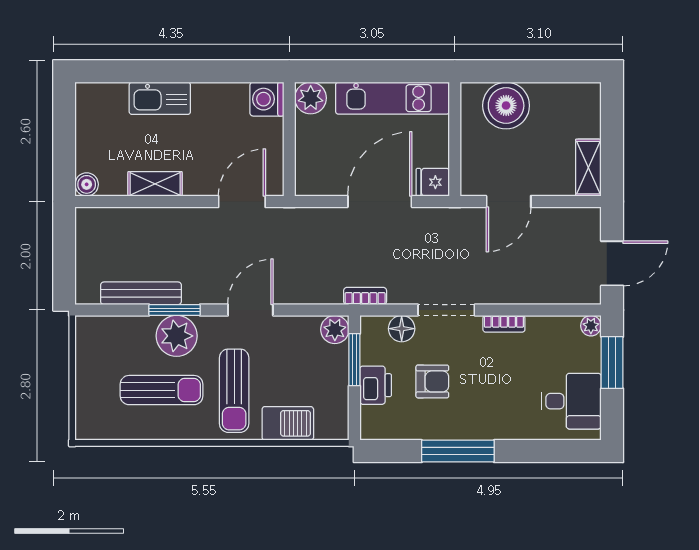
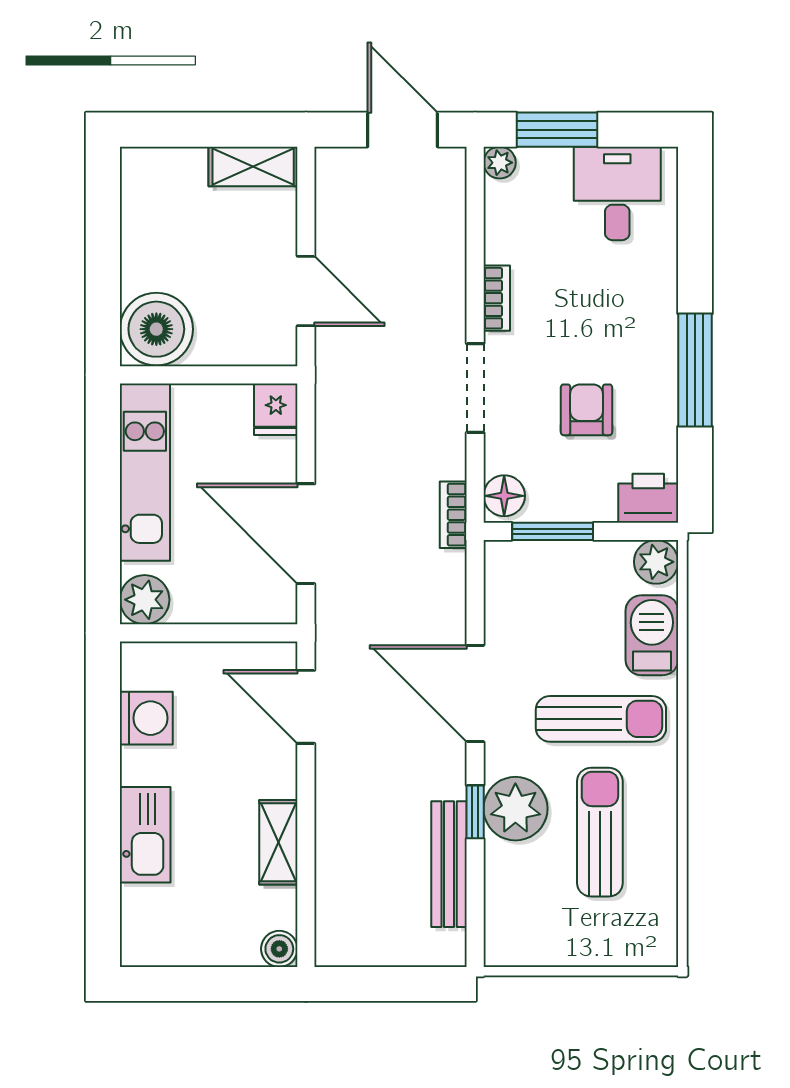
washing machine: (267, 99) -> (146, 718), moved, turned -90
boiler: (506, 106) -> (156, 329), moved
door: (380, 201) -> (306, 534), moved
window: (174, 310) -> (475, 812), width x0.67
door: (250, 310) -> (475, 694), width x1.36
floor lamp: (402, 329) -> (504, 496), moved
plant: (335, 330) -> (656, 562), moved
printer: (376, 385) -> (648, 498), moved

